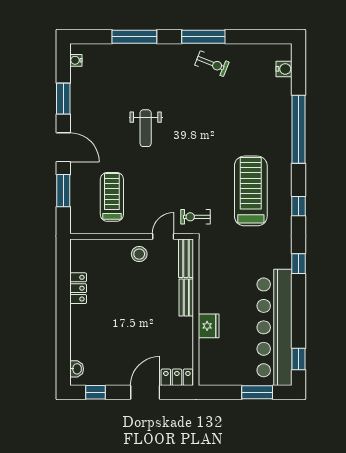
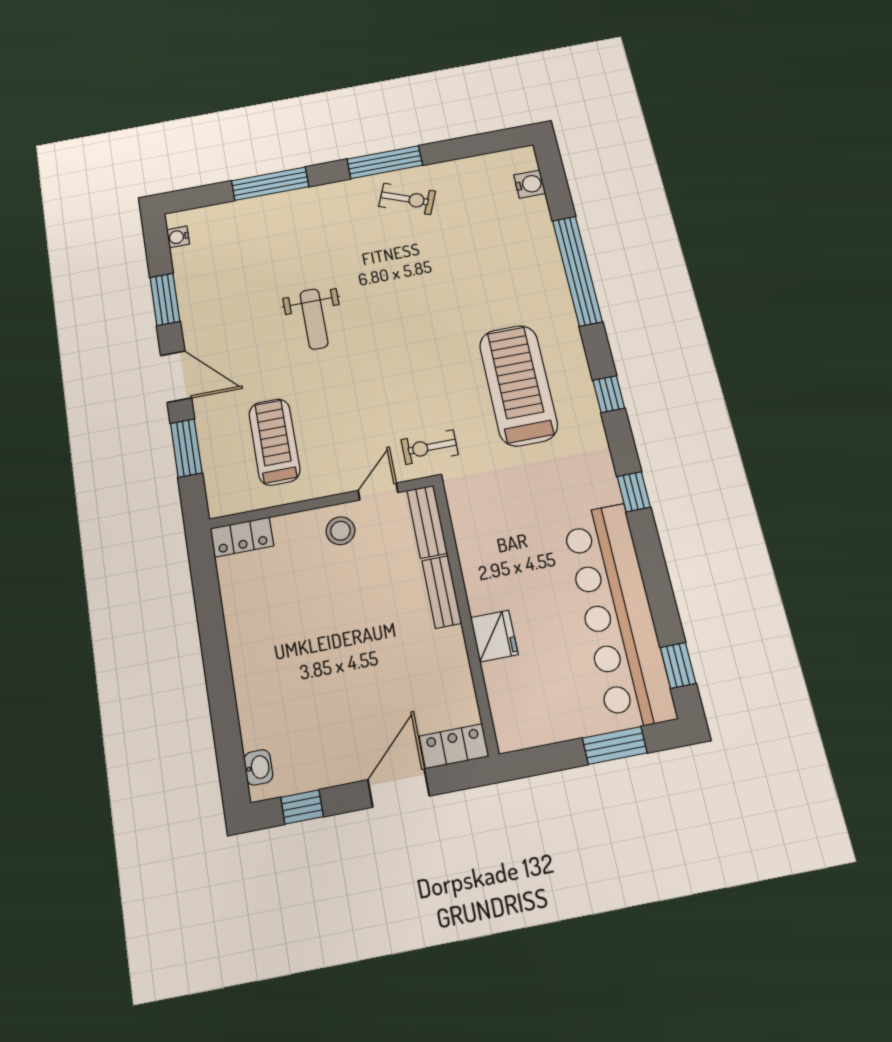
locker: (78, 288) -> (242, 537), moved, turned 90

